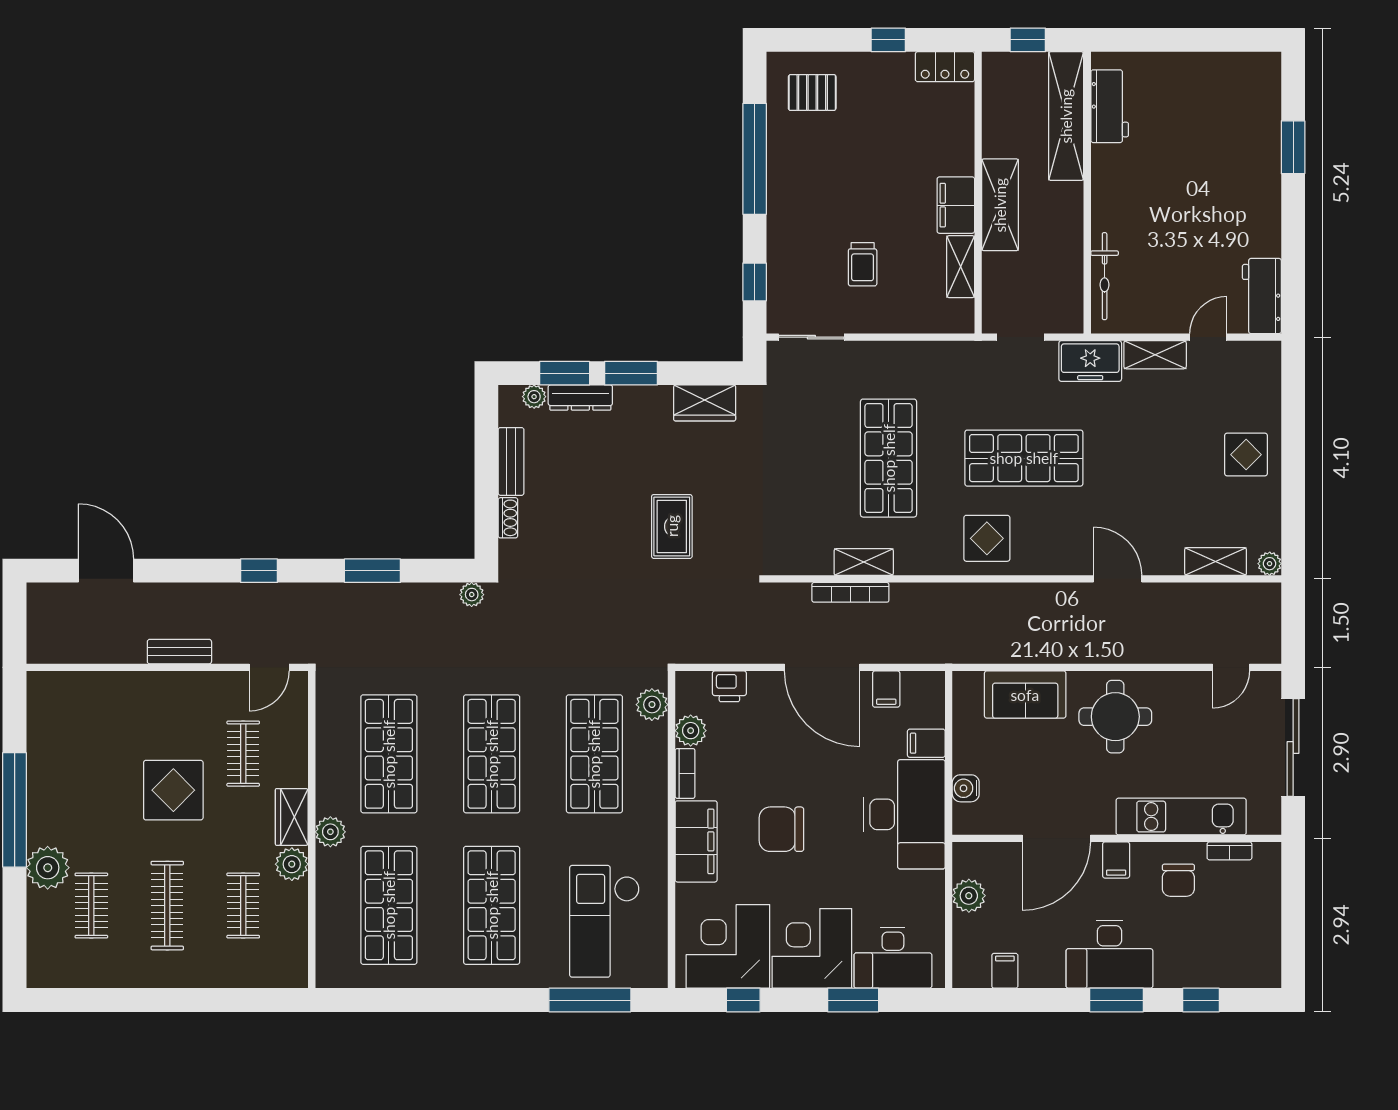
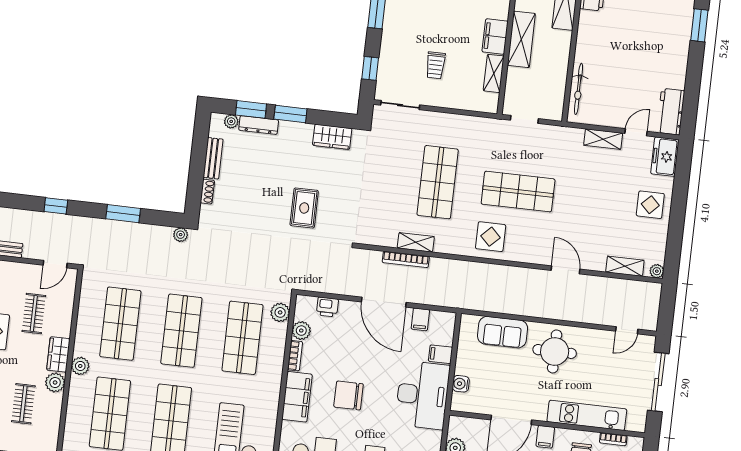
freezer: (1090, 361) -> (665, 157), moved, turned 90

